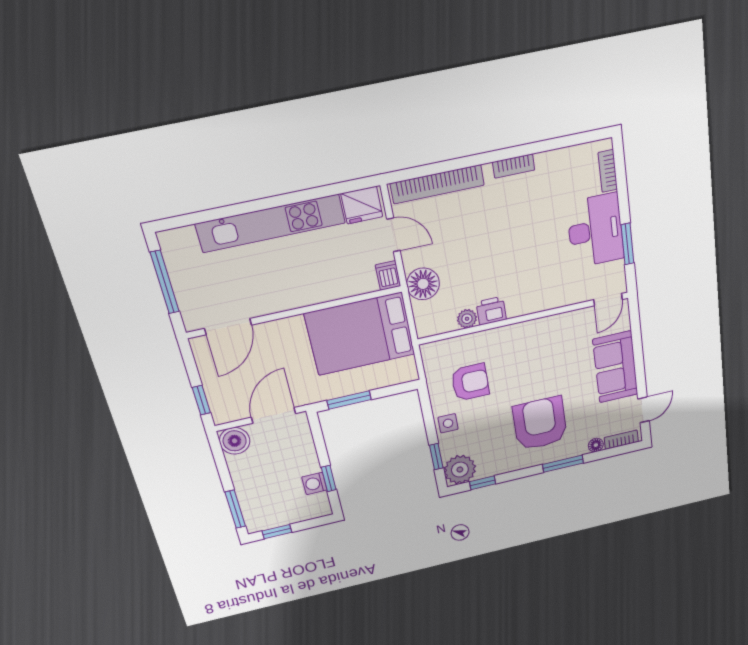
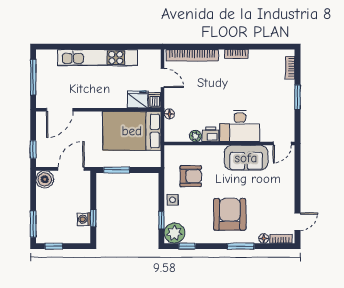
fridge: (362, 205) -> (138, 99), moved, turned 180
desk: (595, 231) -> (240, 126), moved, turned 90
window: (627, 244) -> (298, 97), moved
floor lamp: (423, 284) -> (169, 114), width x0.53, depth x0.53
sofa: (615, 367) -> (246, 158), moved, turned -90

